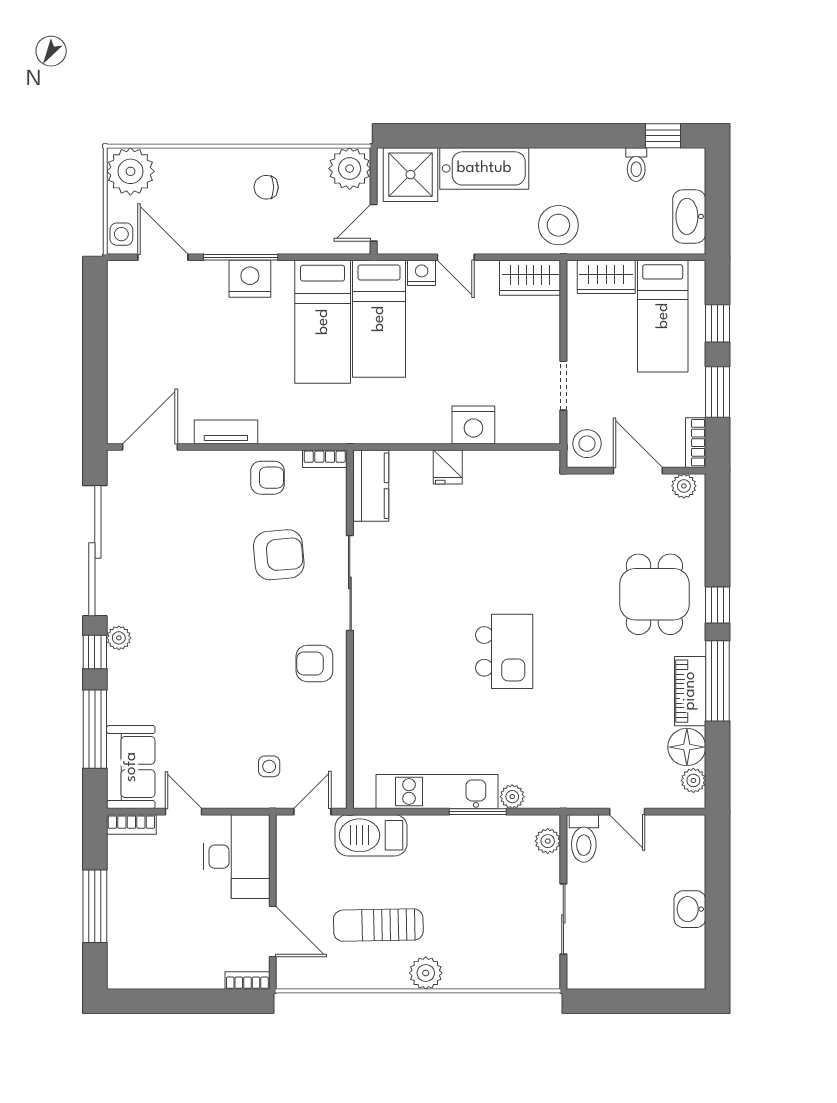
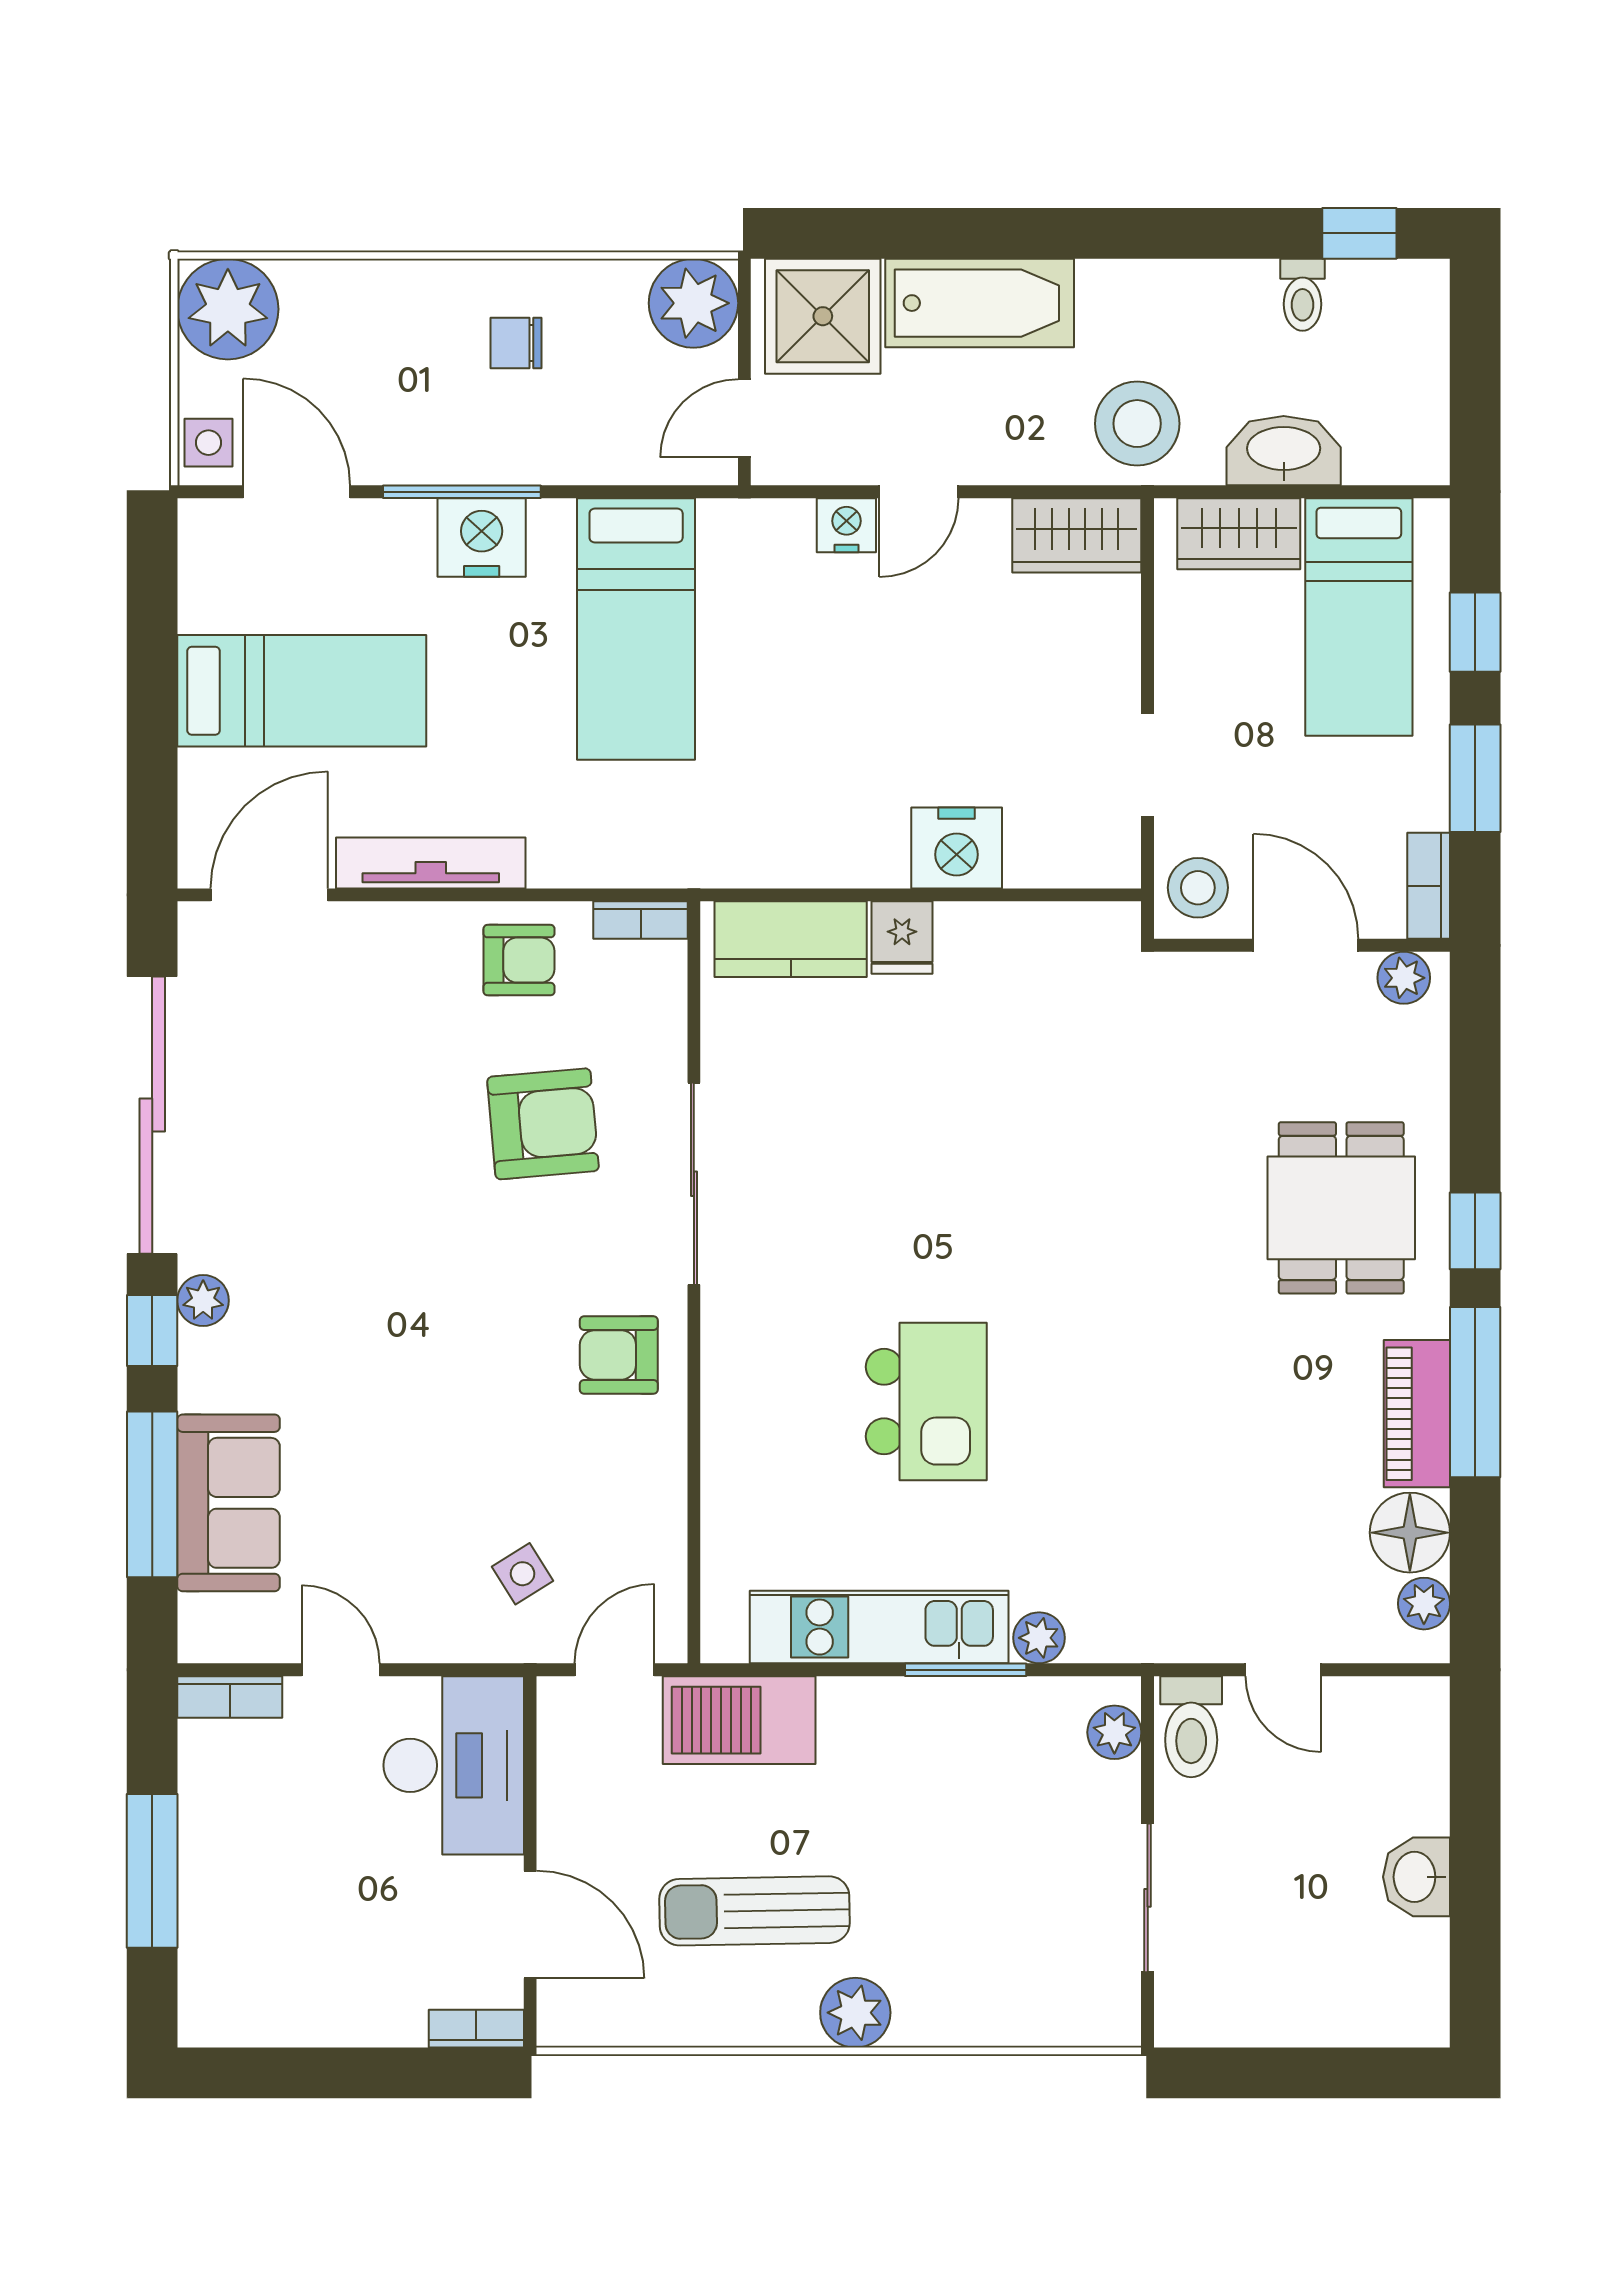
washbasin: (689, 216) -> (1284, 451), moved, turned 90
door: (456, 257) -> (919, 492), hinge flipped
bed: (379, 319) -> (302, 691), moved, turned -90
tv unit: (226, 432) -> (431, 863), width x1.41
kitchen counter: (371, 486) -> (791, 939), moved, turned 90
kitchen island: (504, 651) -> (926, 1402), moved
side table: (269, 766) -> (522, 1574), turned -32
sofa: (131, 767) -> (229, 1503), moved

